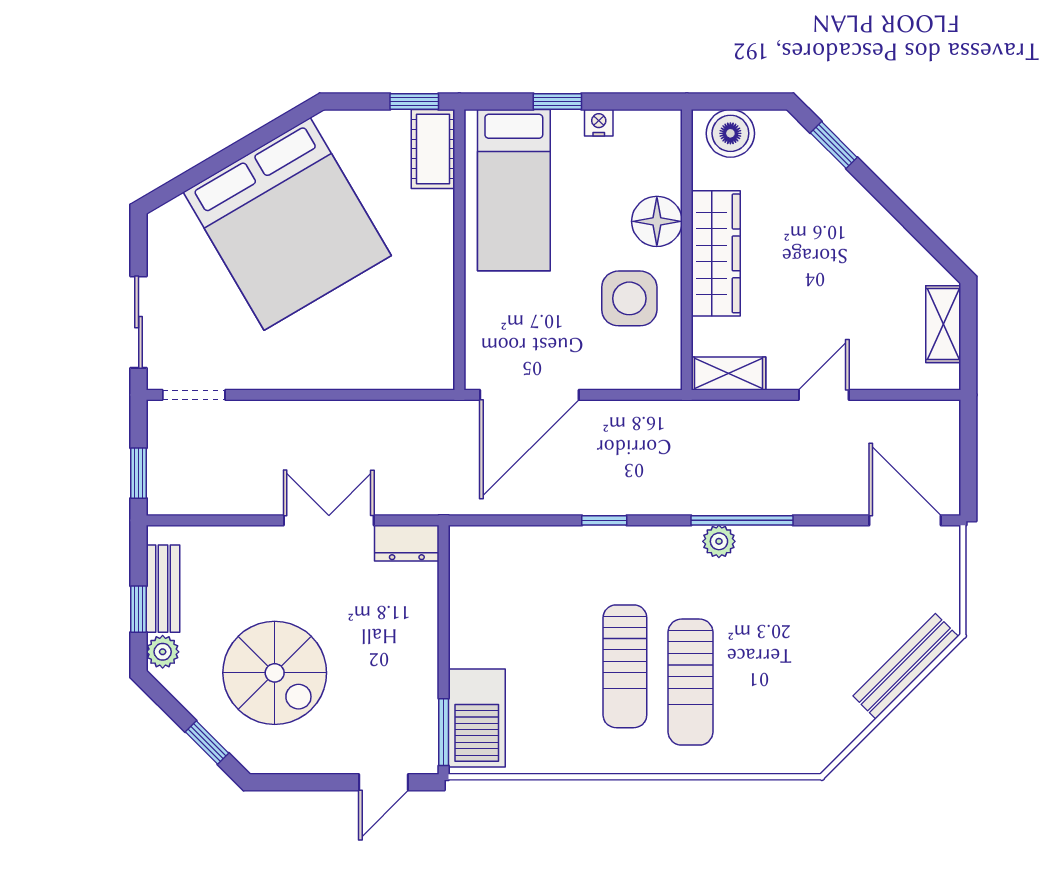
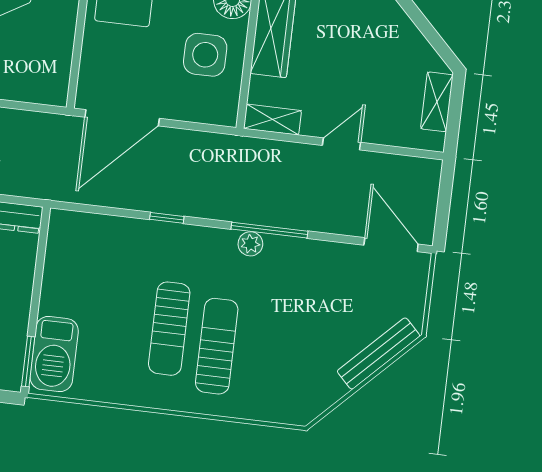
sun lounger: (691, 682) -> (217, 346), turned 180

